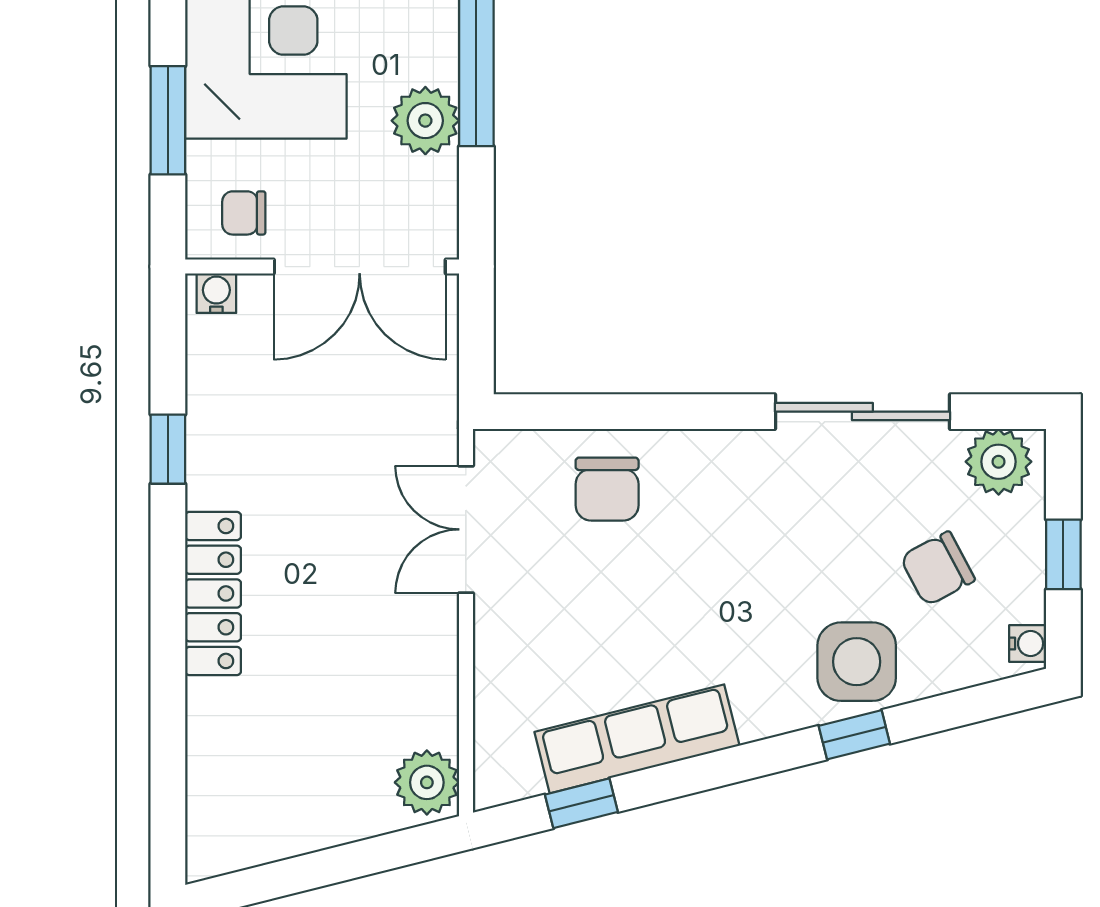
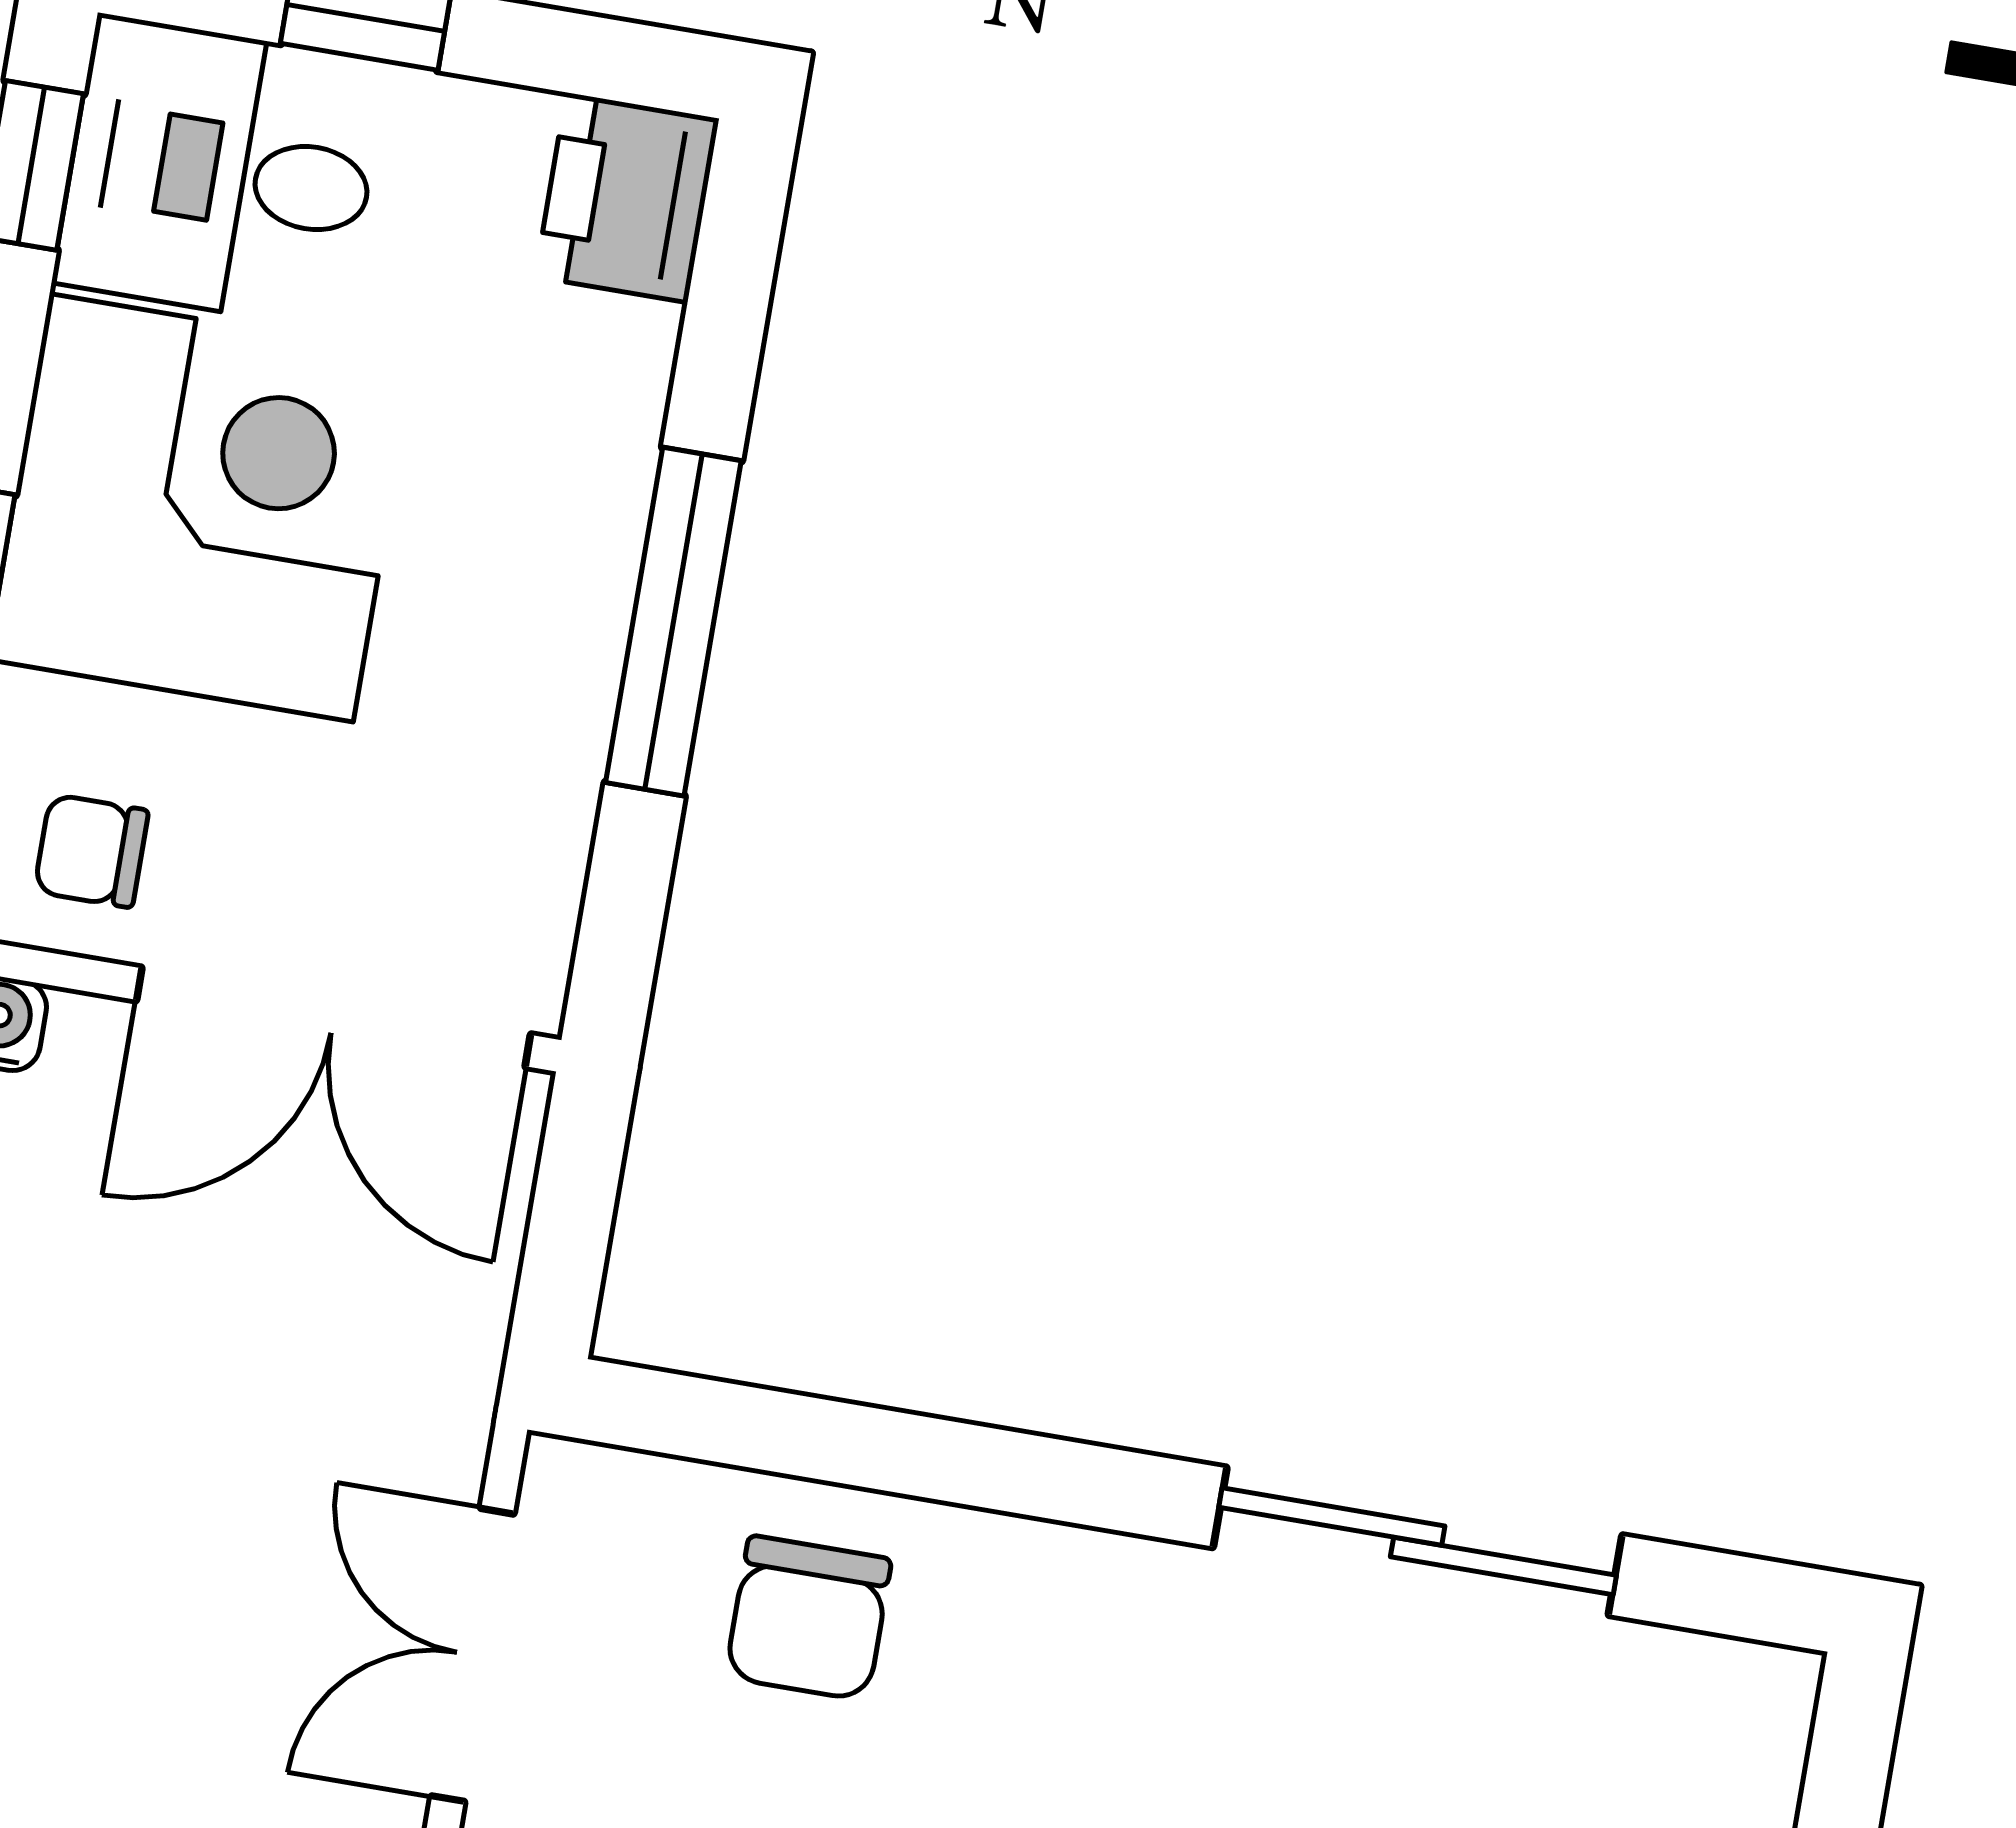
plant: (425, 121) -> (539, 712), removed
plant: (999, 462) -> (1707, 1708), removed

